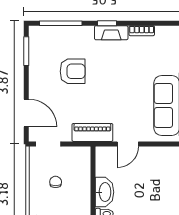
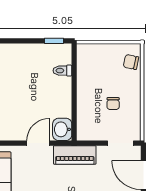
washbasin: (105, 192) -> (62, 129), moved, width x0.72

